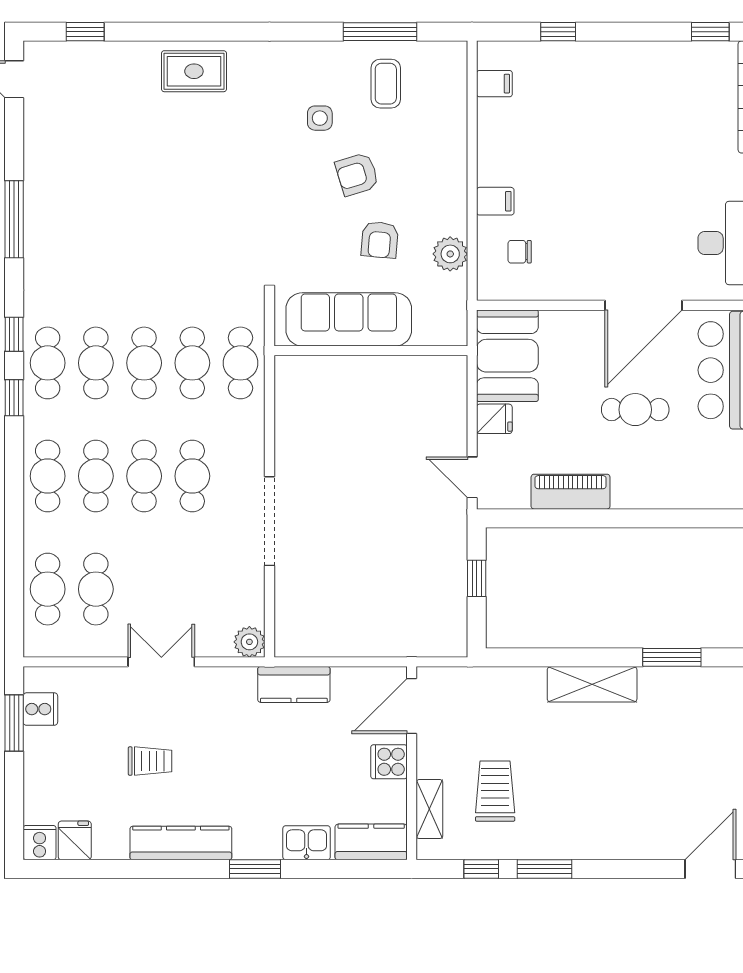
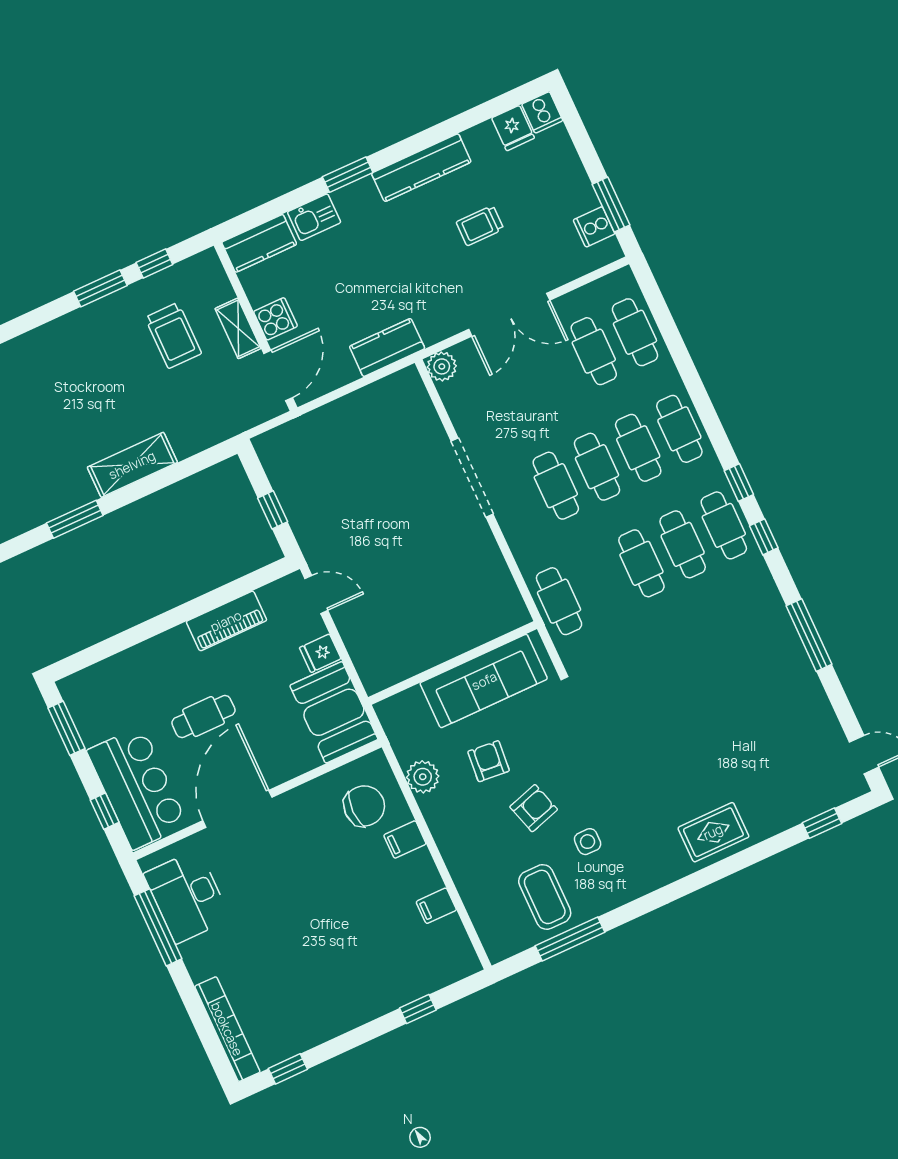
coffee table: (386, 84) -> (545, 897), width x1.36, depth x1.30
filing cabinet: (494, 84) -> (436, 906), moved
chair: (520, 252) -> (364, 806), width x1.87, depth x1.87
cafe table: (192, 363) -> (600, 582), removed
double door: (161, 662) -> (509, 315), width x1.37
shelving: (429, 809) -> (238, 328), moved

